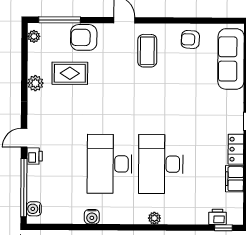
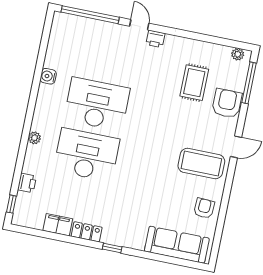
coffee table: (147, 51) -> (201, 164), width x1.36, depth x1.32
plant: (35, 83) -> (191, 47), removed
printer: (35, 156) -> (155, 39), moved
water cooler: (34, 209) -> (67, 21), removed
printer: (217, 217) -> (27, 183), moved

